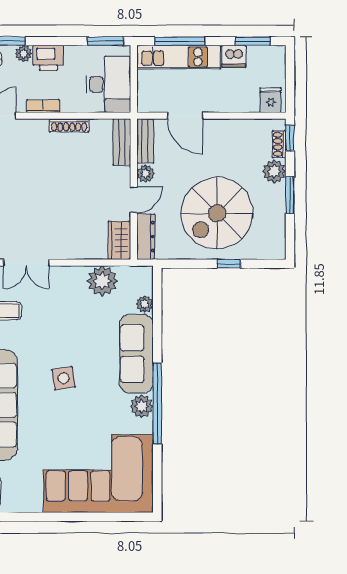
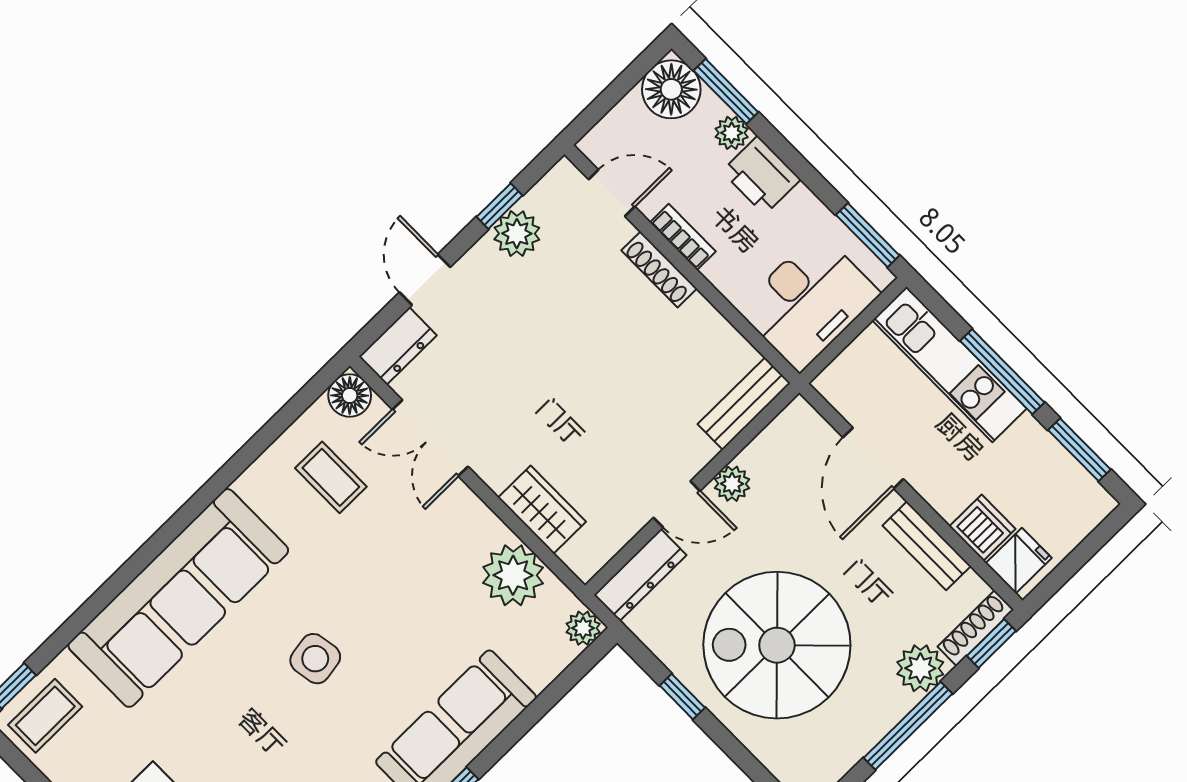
window: (180, 41) -> (1002, 372), moved
dishwasher: (234, 56) -> (982, 528), moved, turned 180
shoe rack: (69, 125) -> (659, 269), moved
bench: (145, 141) -> (927, 546), moved, turned 90
shoe rack: (279, 144) -> (976, 628), width x1.43
window: (290, 195) -> (908, 726), width x1.44
wardrobe: (120, 240) -> (542, 510), moved, turned 90
window: (229, 264) -> (682, 697), moved
plant: (145, 304) -> (583, 628), moved

